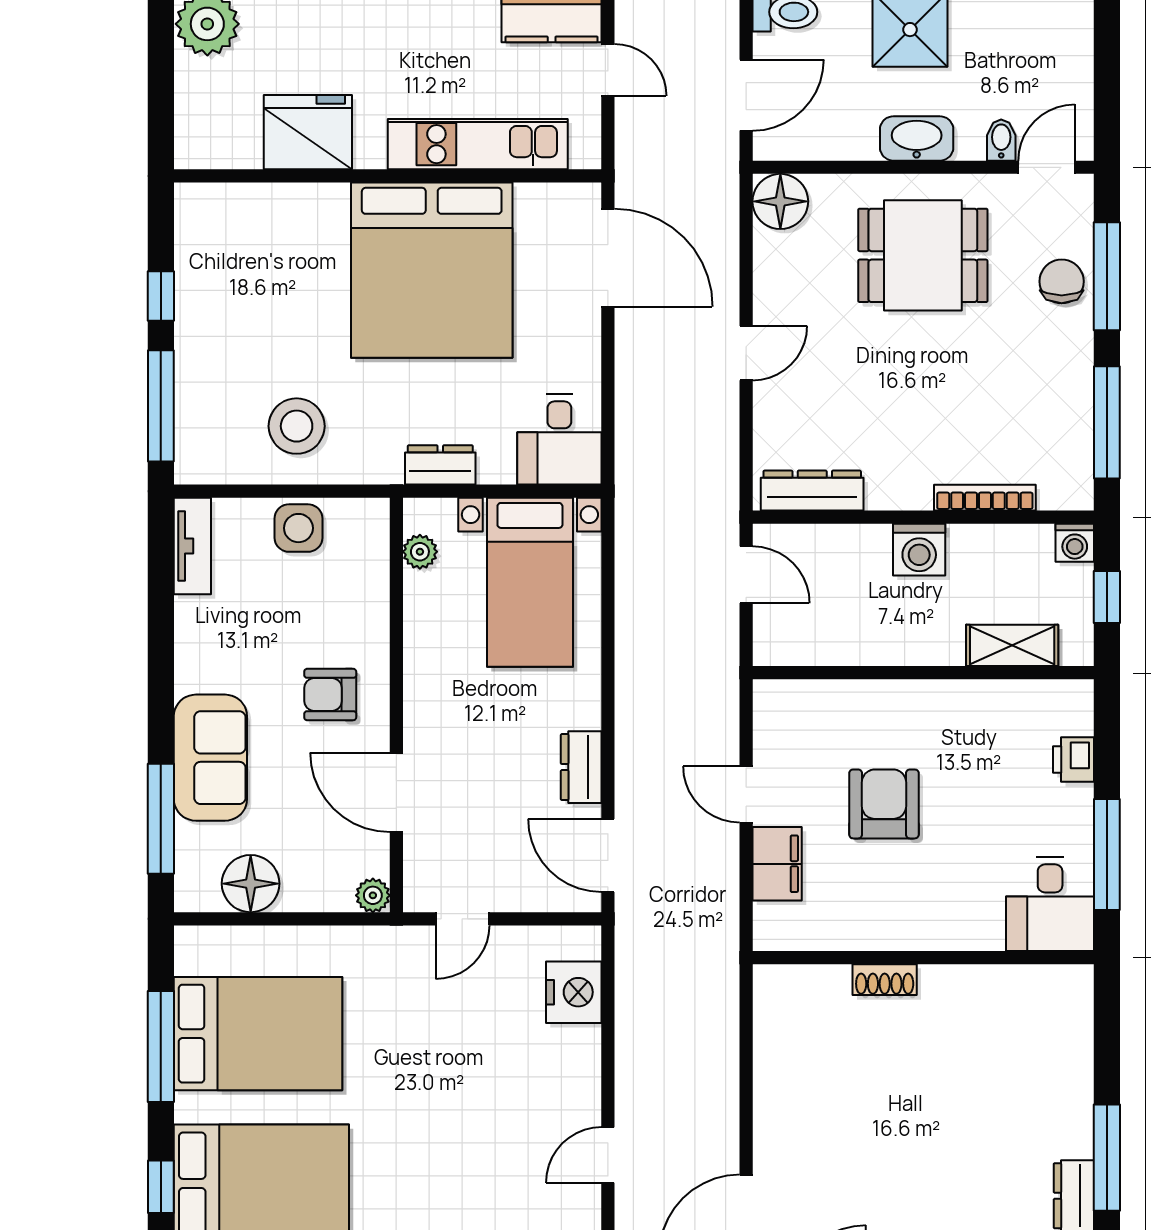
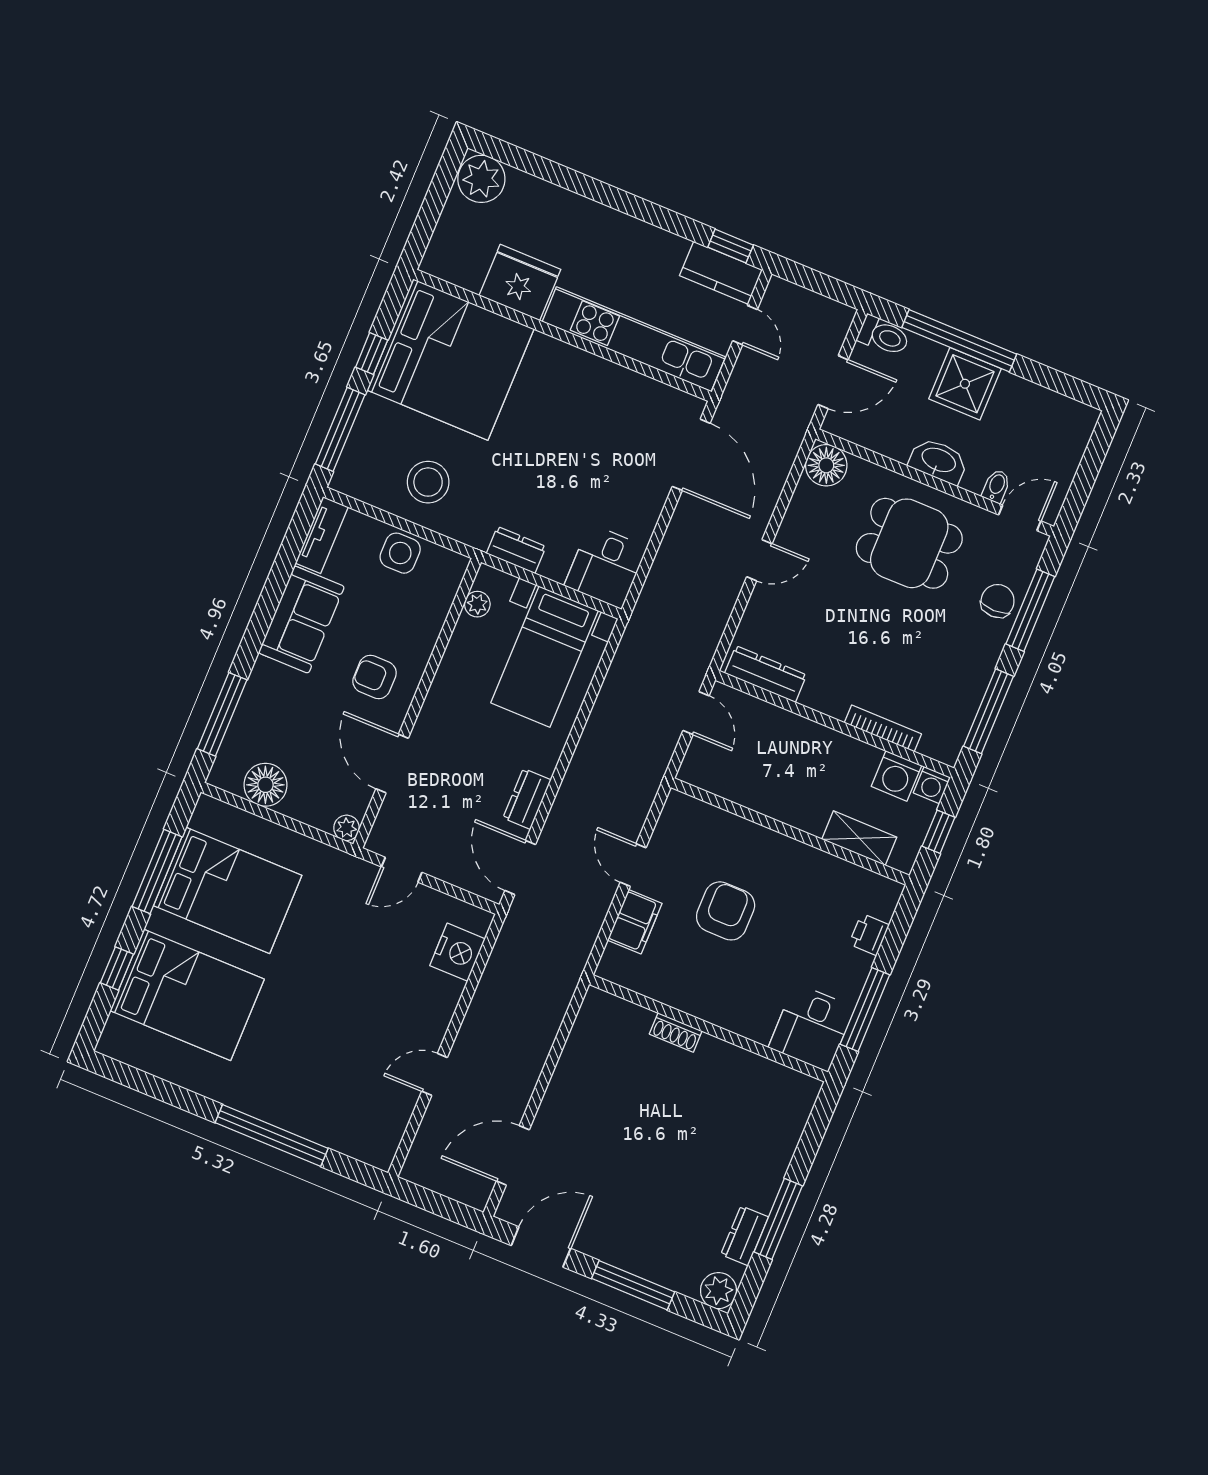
kitchen unit: (478, 144) -> (634, 339), width x1.36
bed: (432, 270) -> (450, 360), moved, turned -90
washing machine: (919, 550) -> (896, 776), moved
sofa: (210, 758) -> (301, 620), moved

